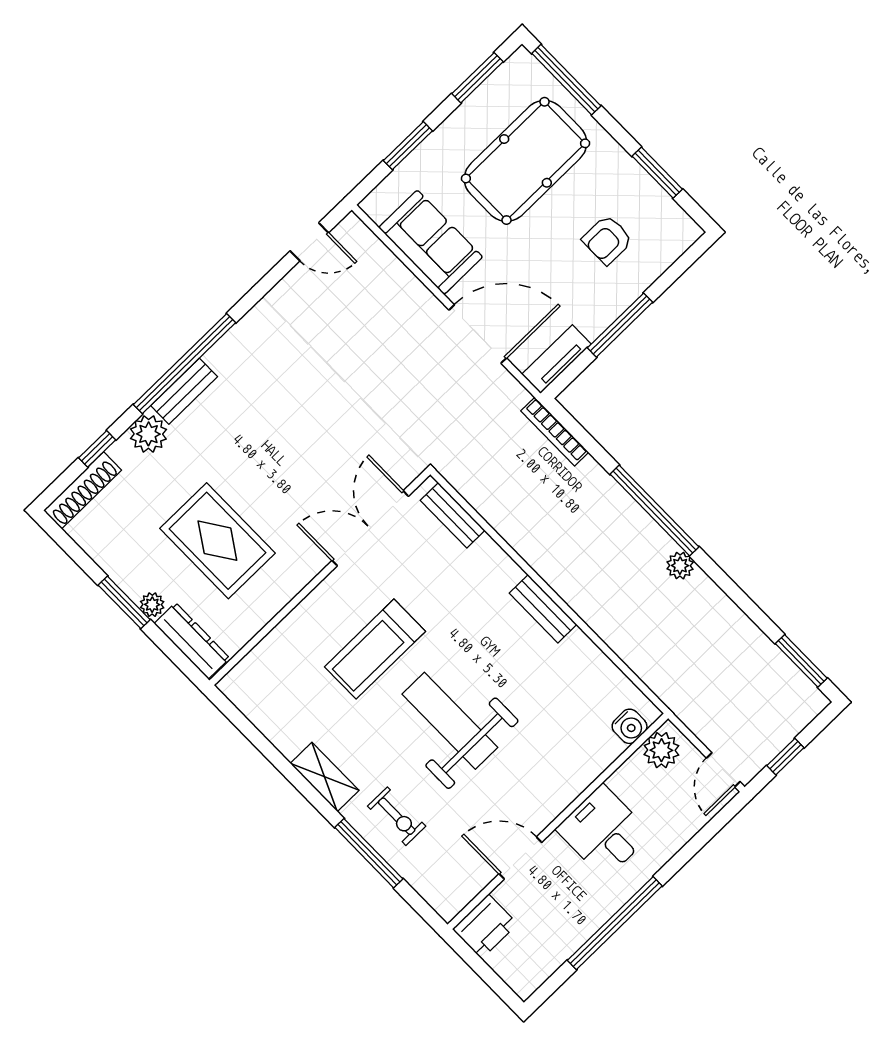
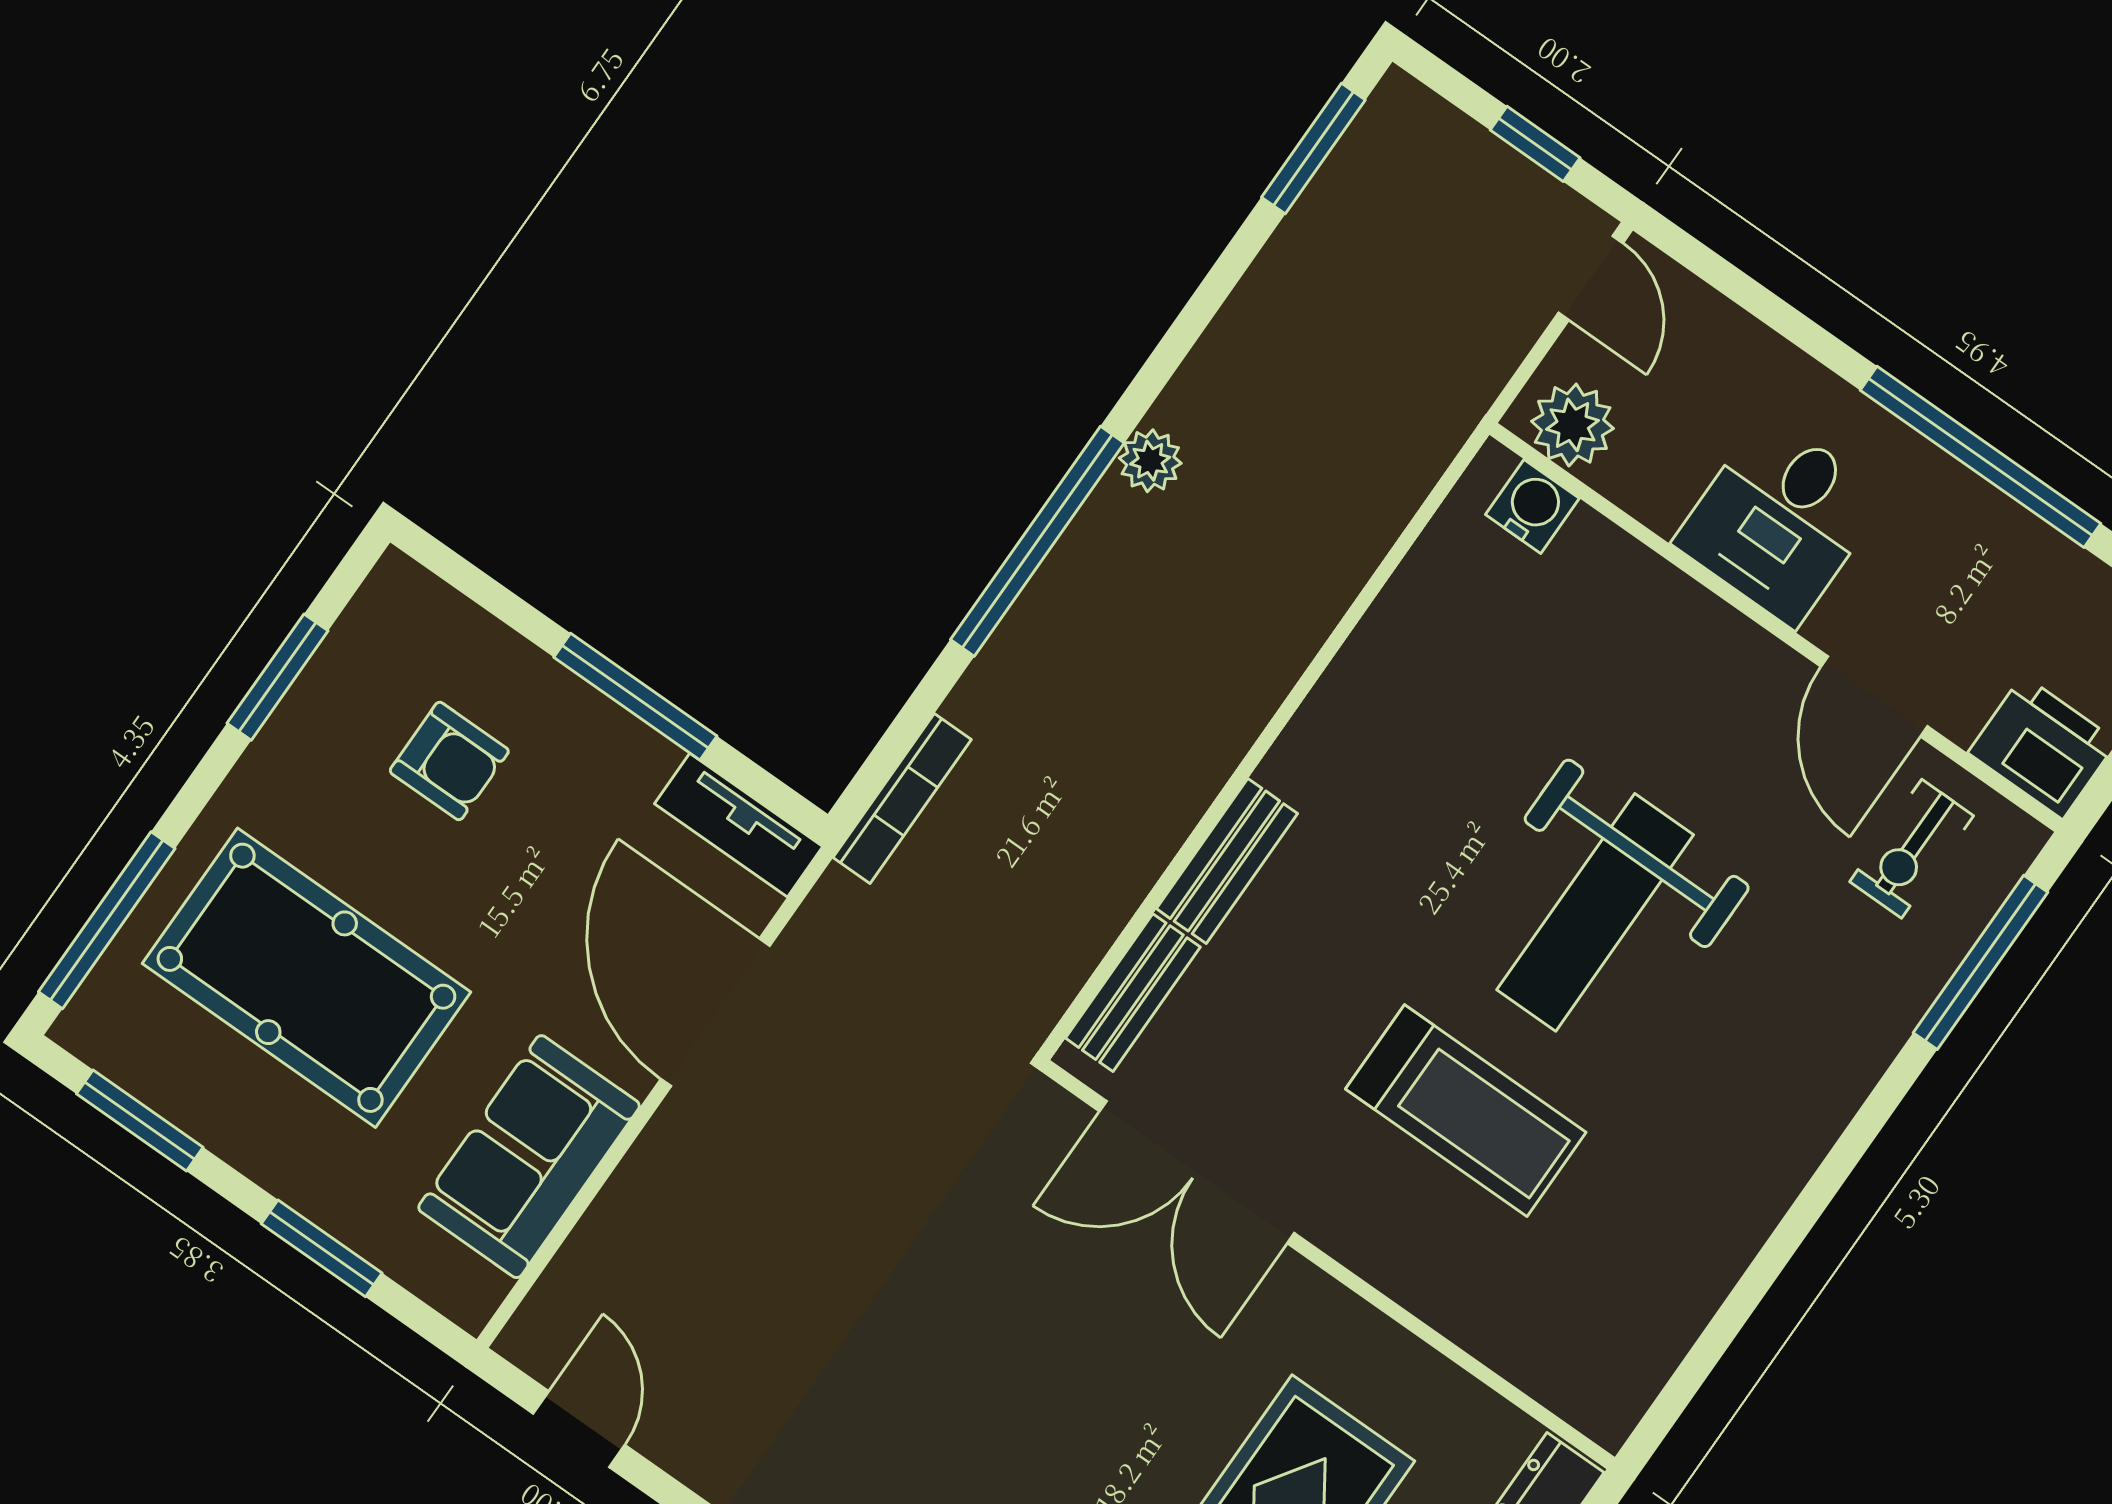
bench: (543, 609) -> (1227, 861), moved
door: (723, 770) -> (1591, 278), hinge flipped
shelving: (325, 777) -> (1774, 1170), removed
exercise bike: (397, 816) -> (1912, 849), moved, turned 180
window: (369, 853) -> (1980, 962), moved

